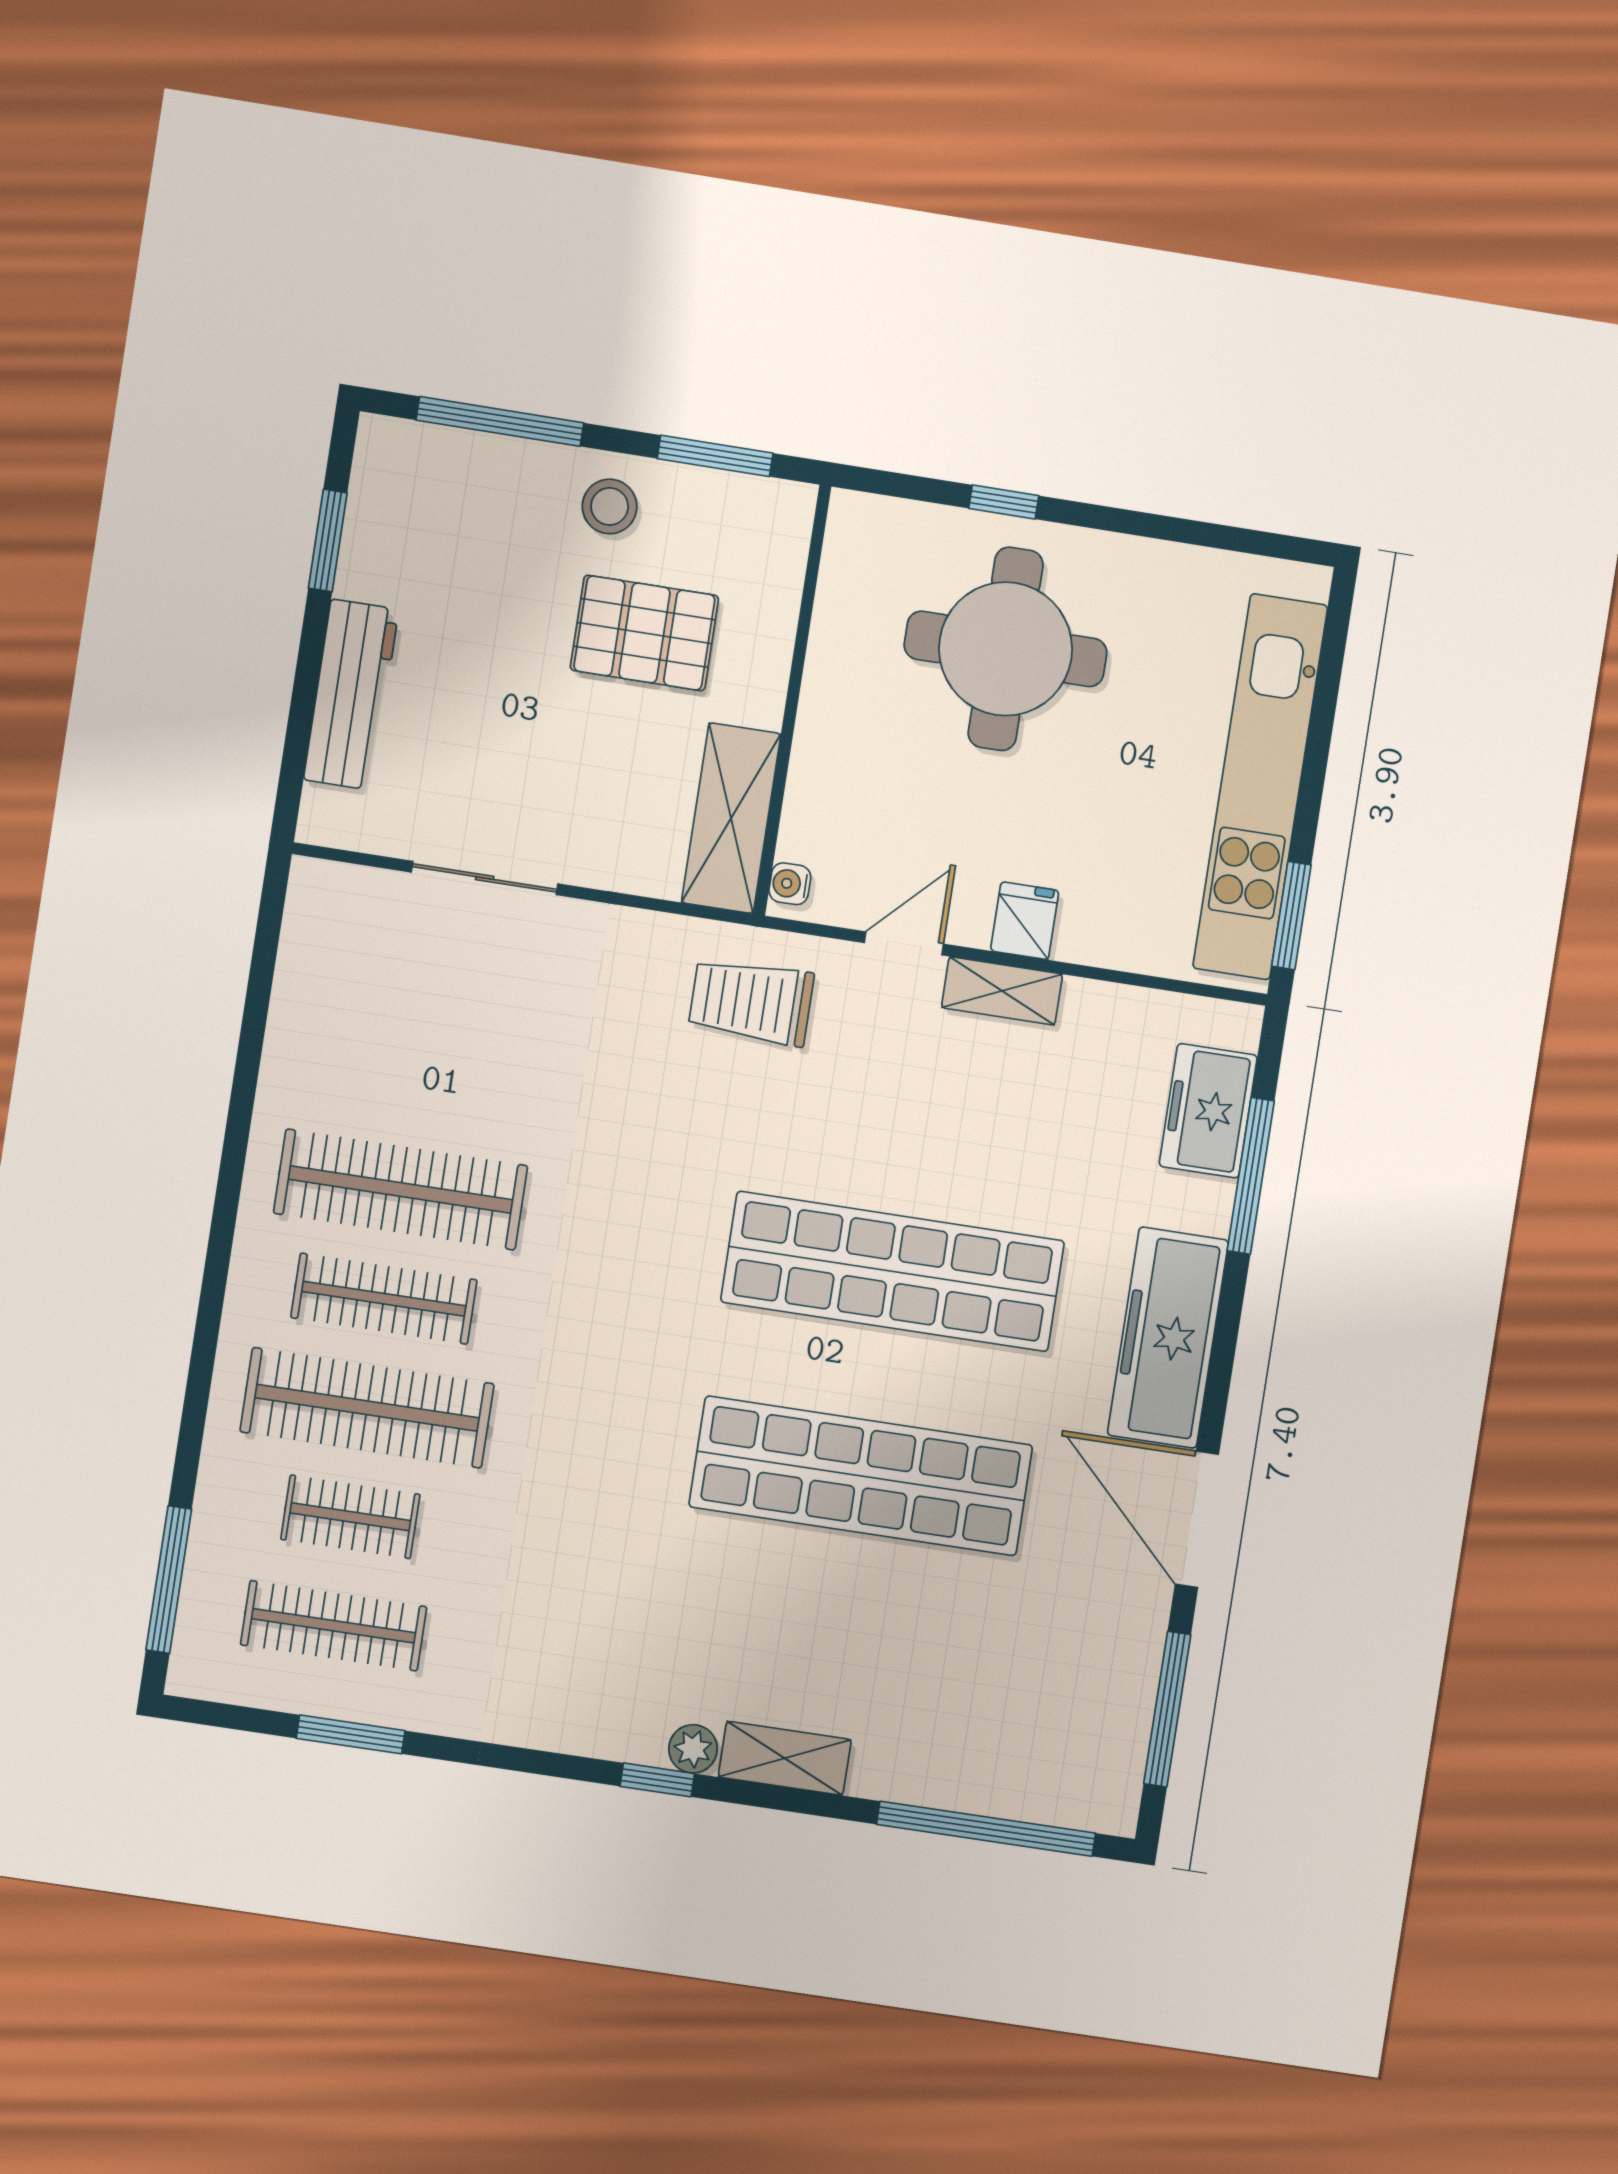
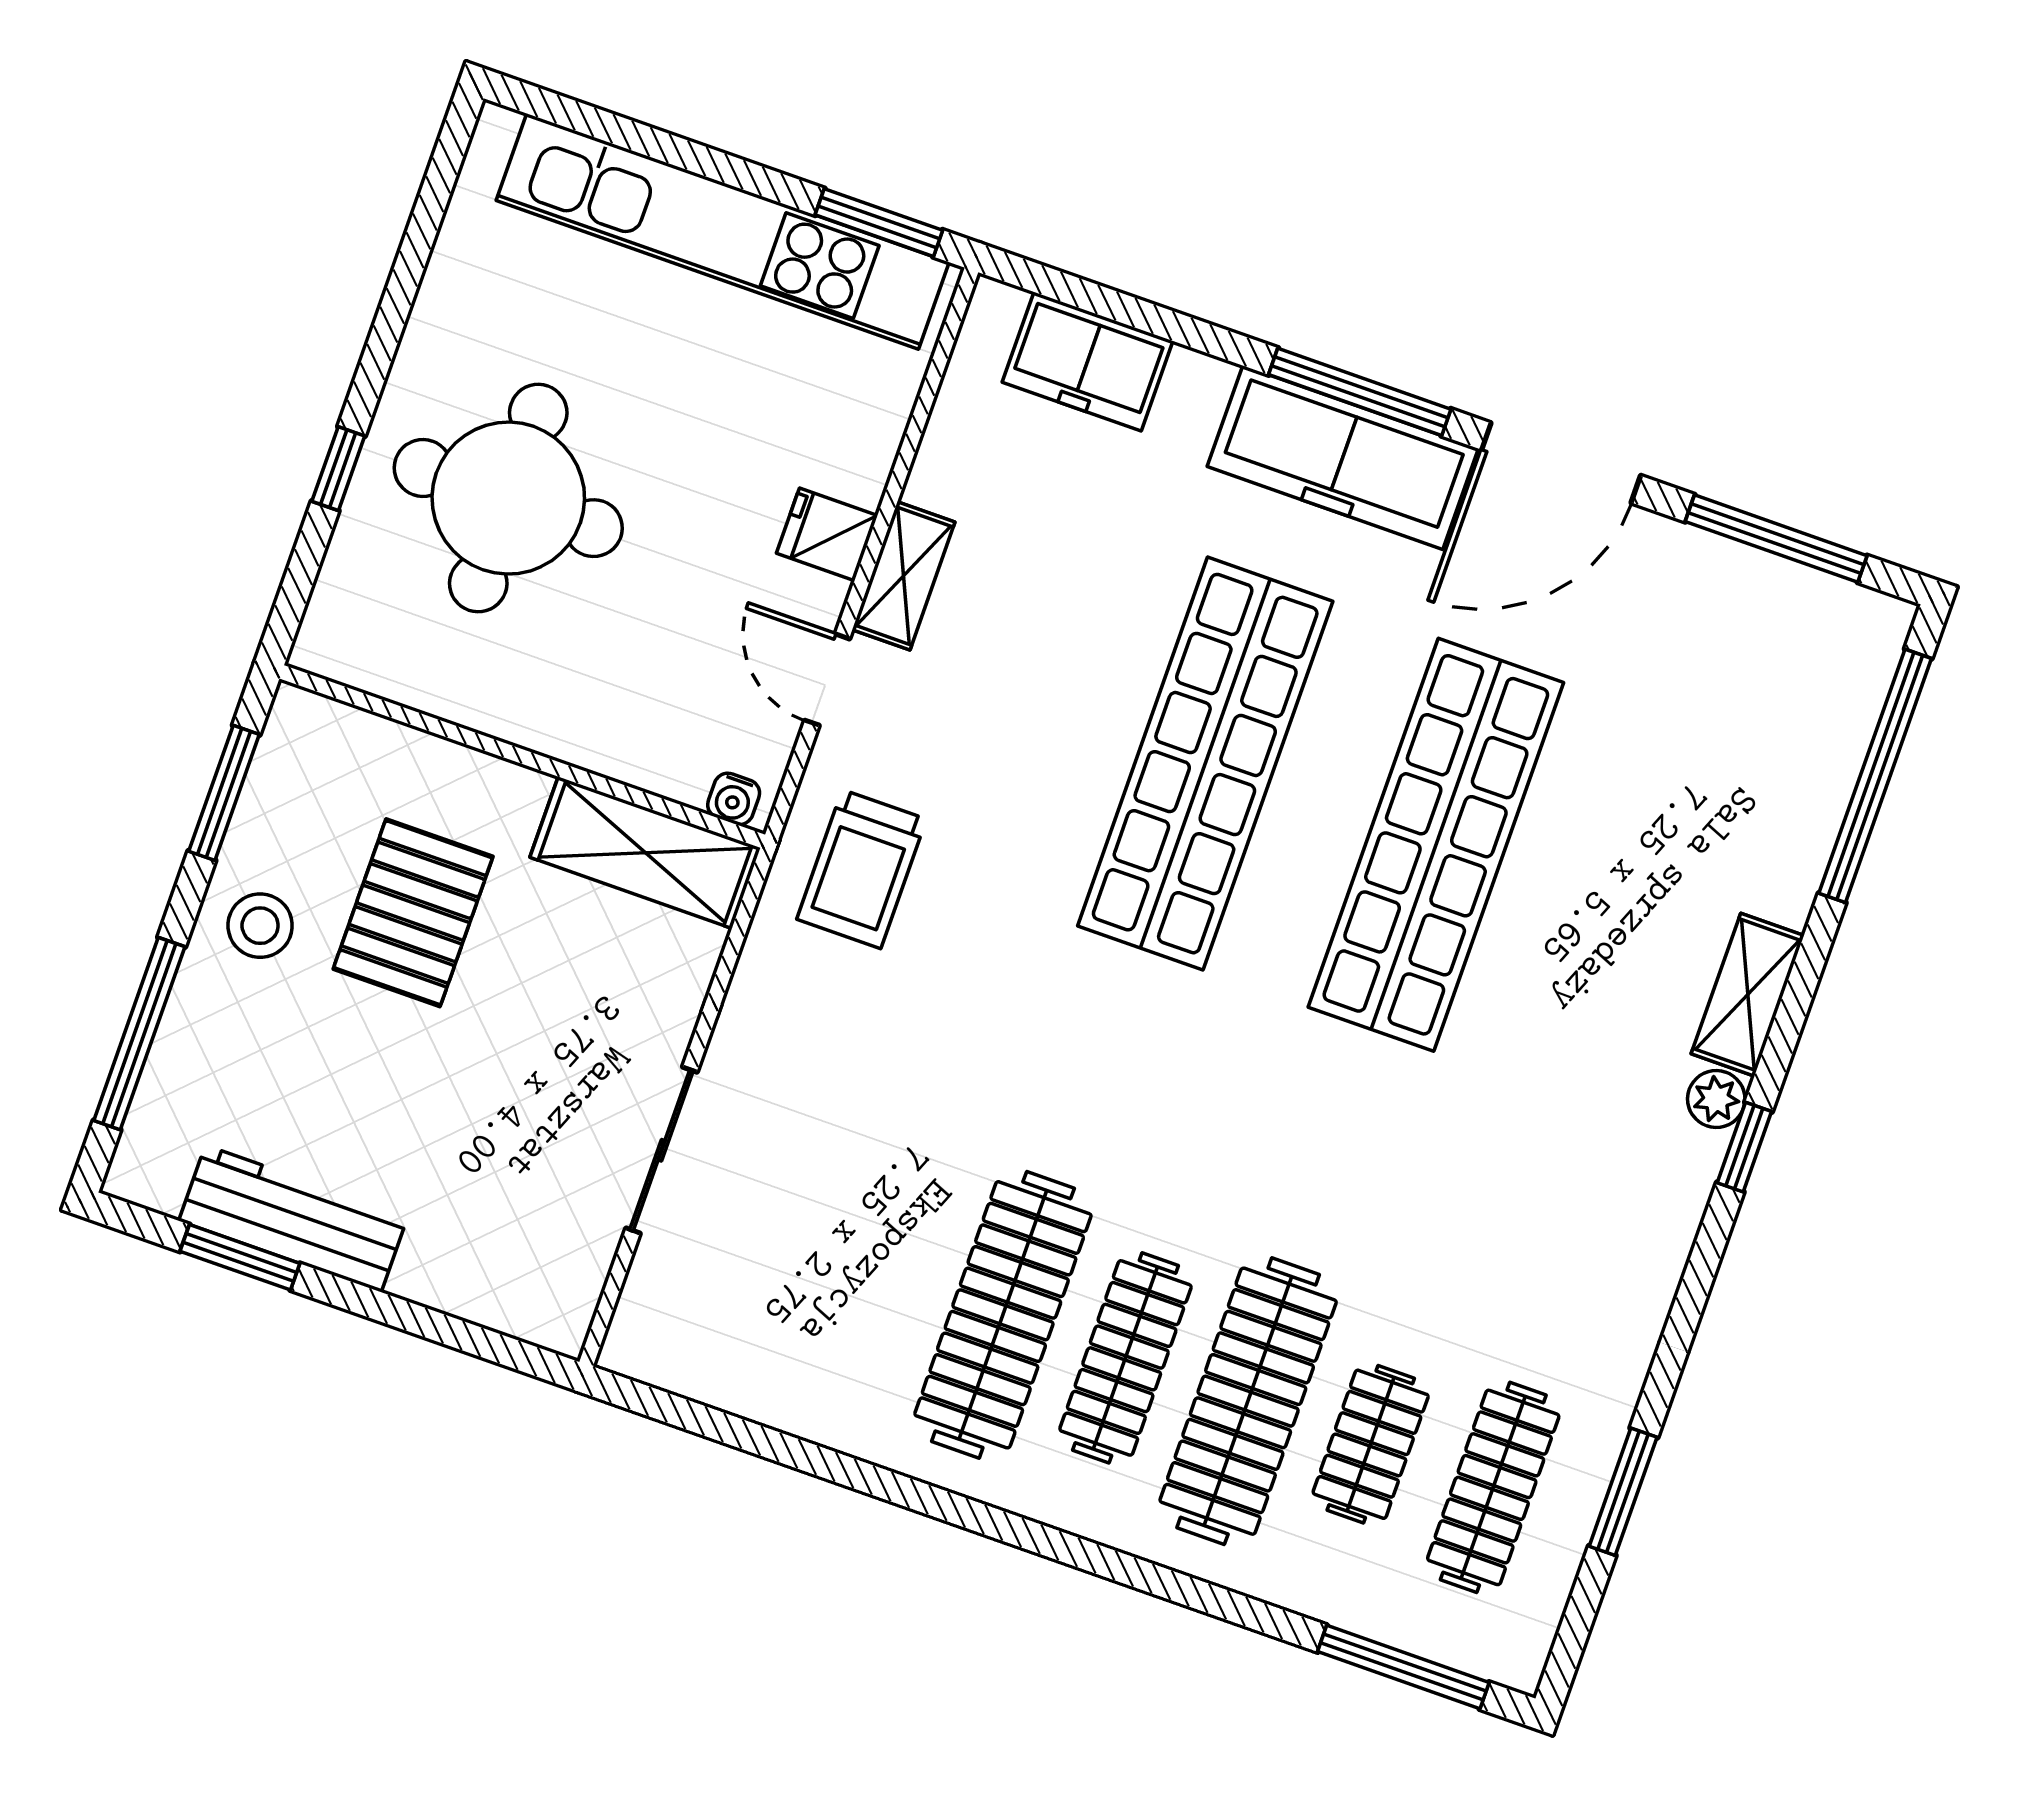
workbench: (351, 695) -> (293, 1219), moved
window: (1251, 1176) -> (1360, 392), moved

